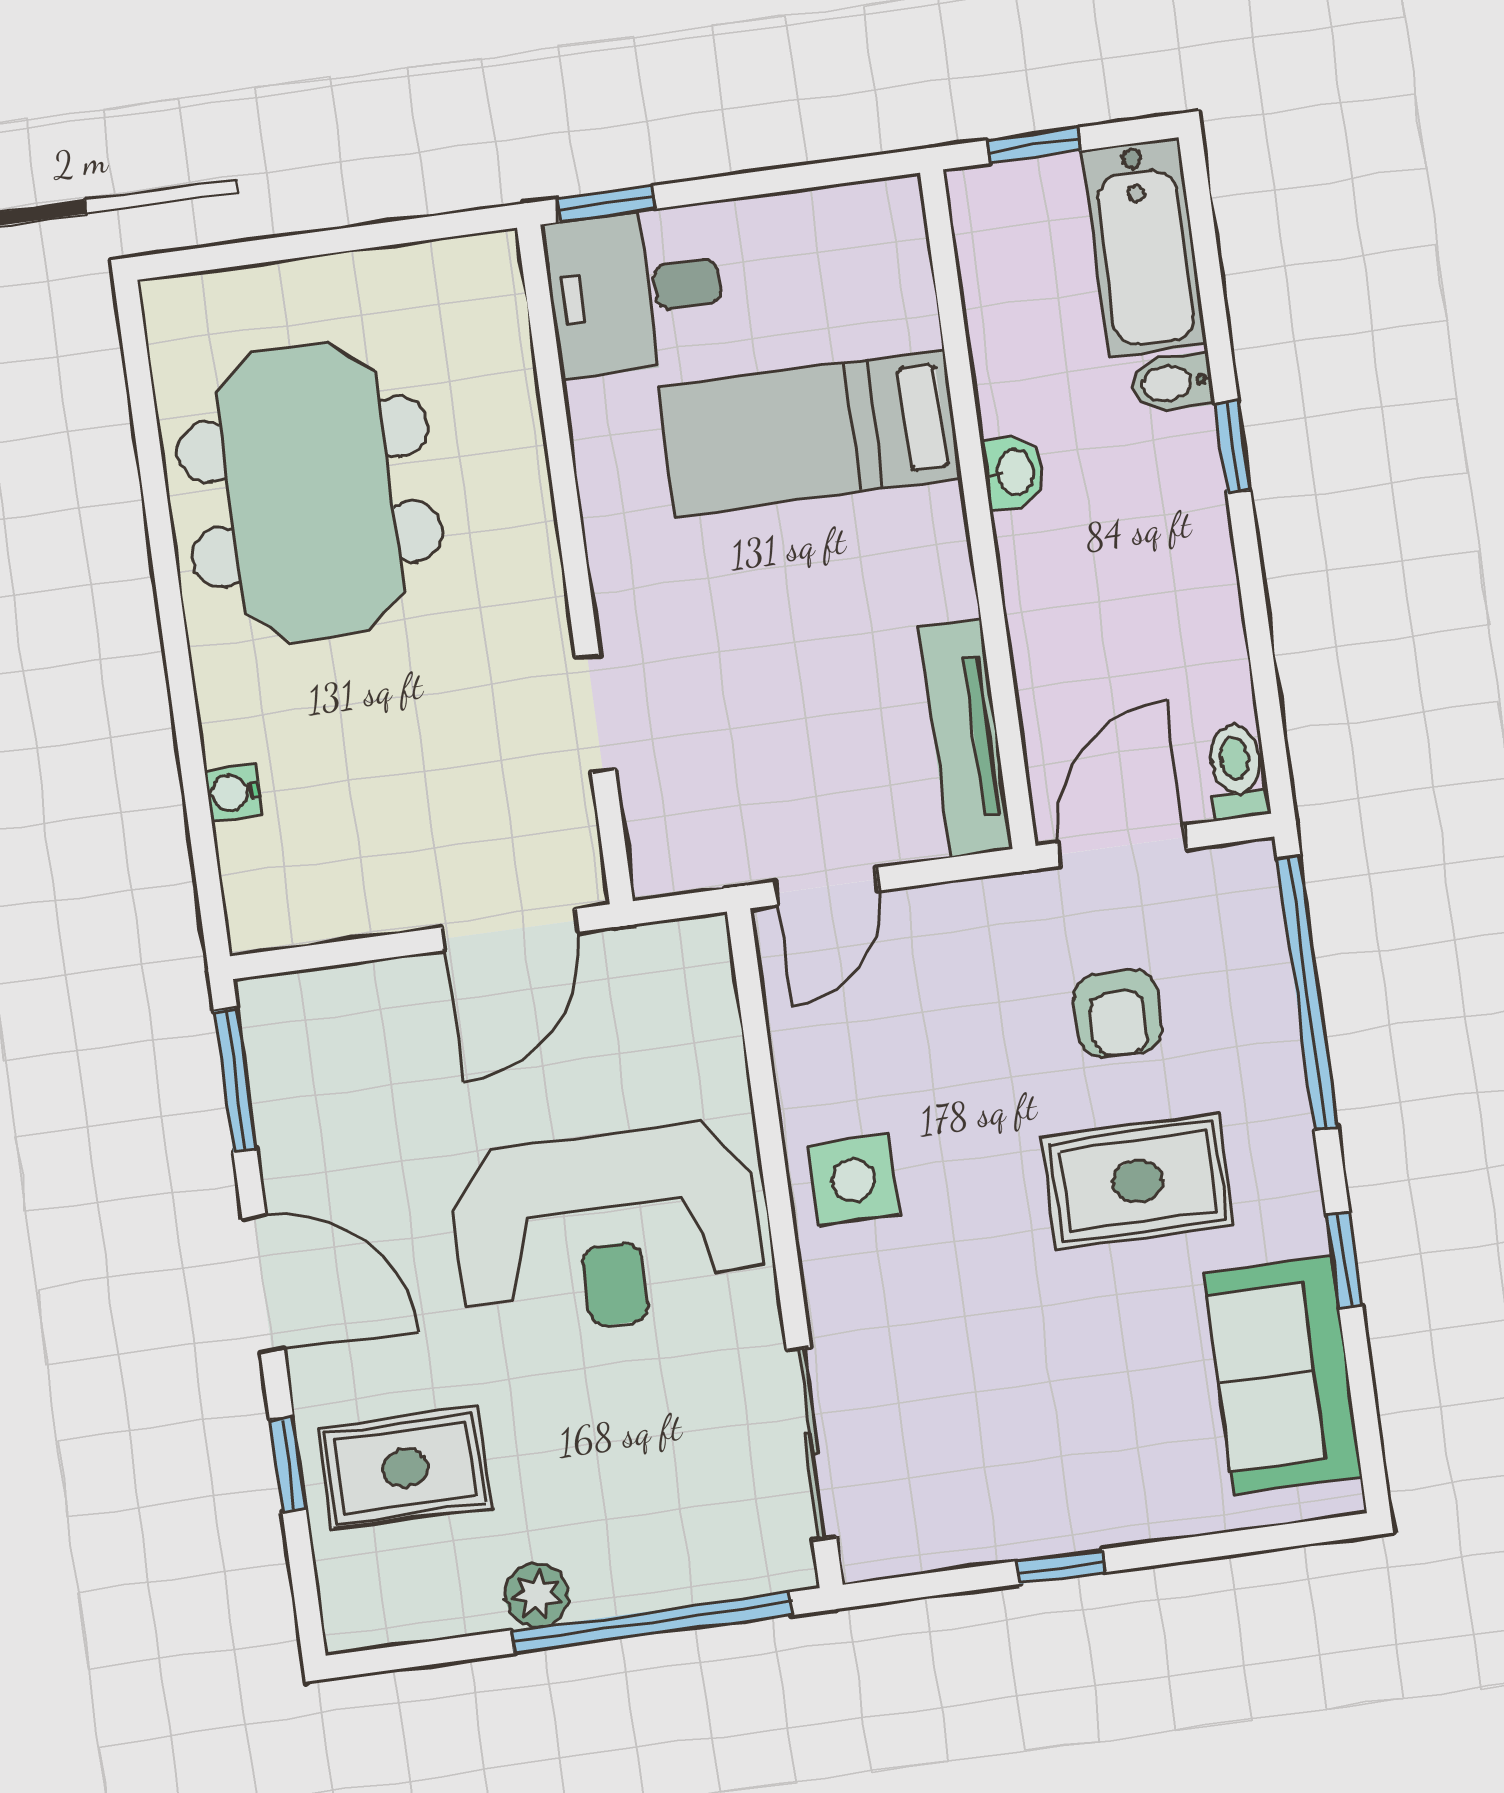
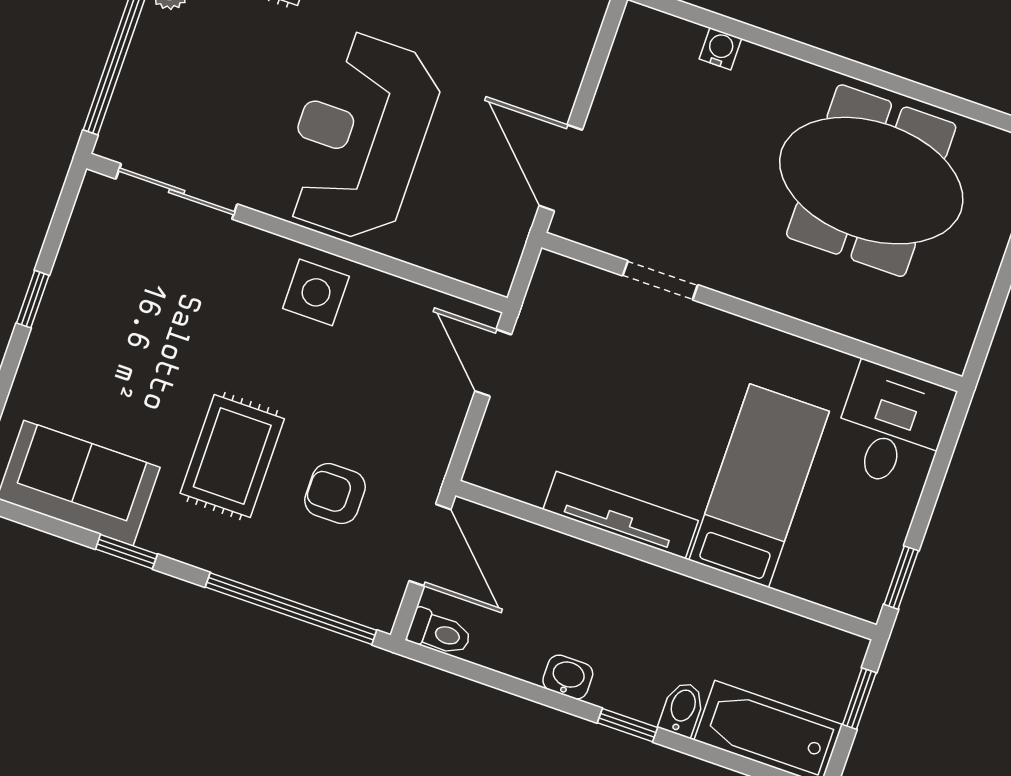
window: (606, 204) -> (901, 578), moved
washbasin: (1013, 472) -> (568, 677), moved, turned 180
tv unit: (966, 738) -> (621, 515), moved

